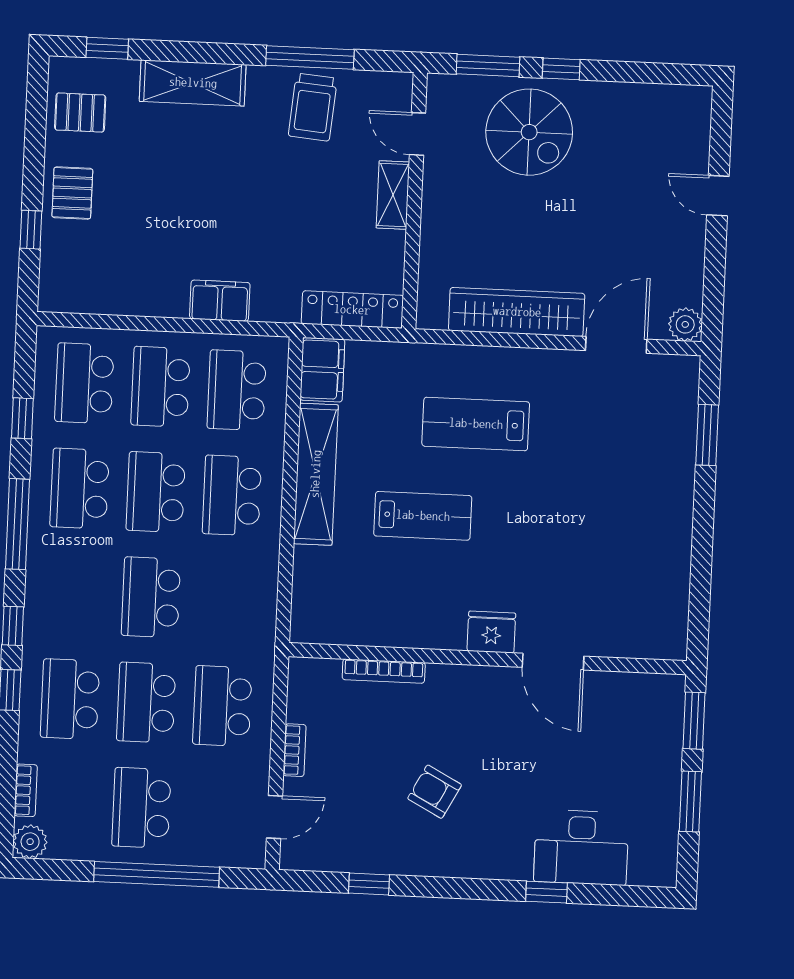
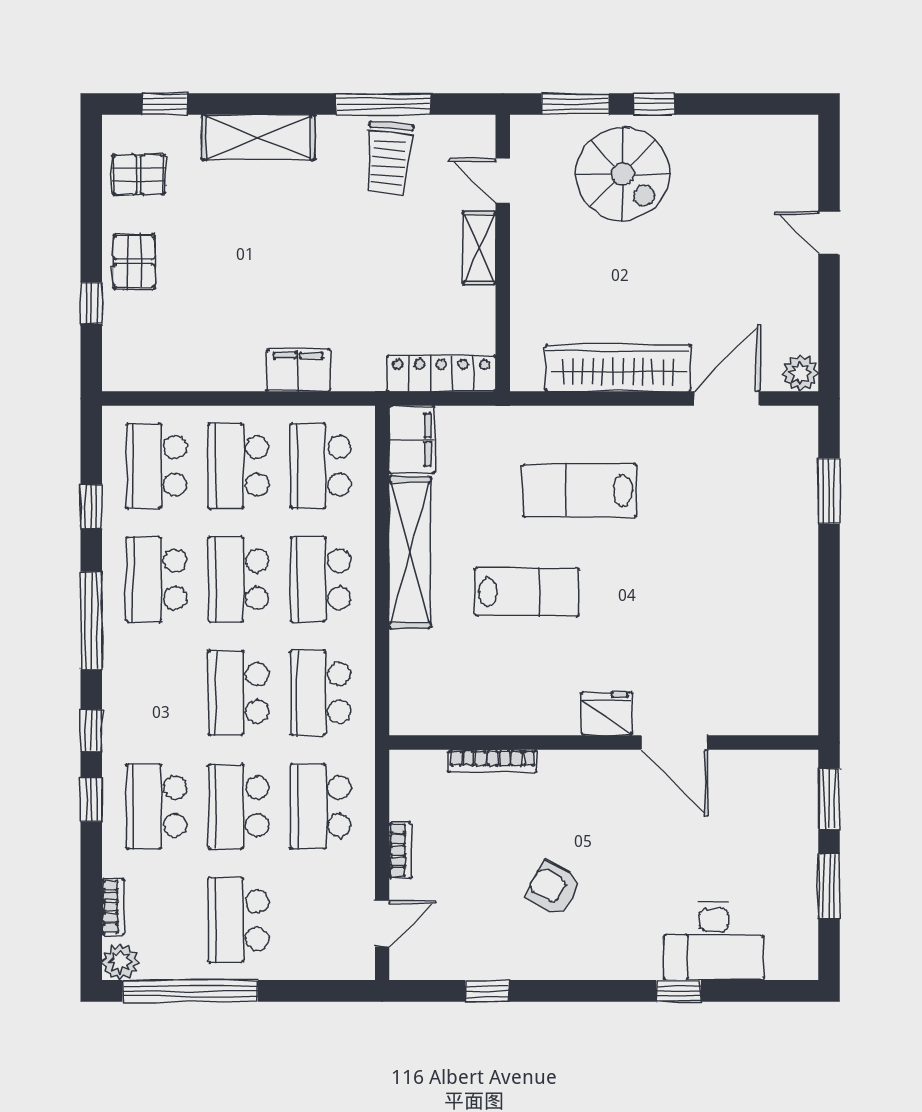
school desk: (227, 601) -> (321, 693), added
window: (157, 874) -> (190, 991), moved

